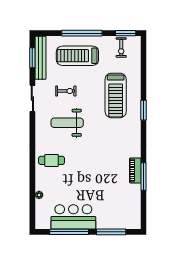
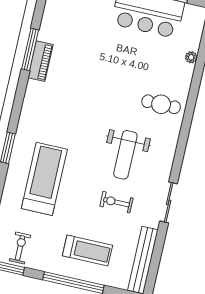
treadmill: (77, 56) -> (87, 251), width x0.73, depth x0.73
window: (32, 58) -> (155, 263), removed
weight bench: (67, 123) -> (125, 155), turned 90

